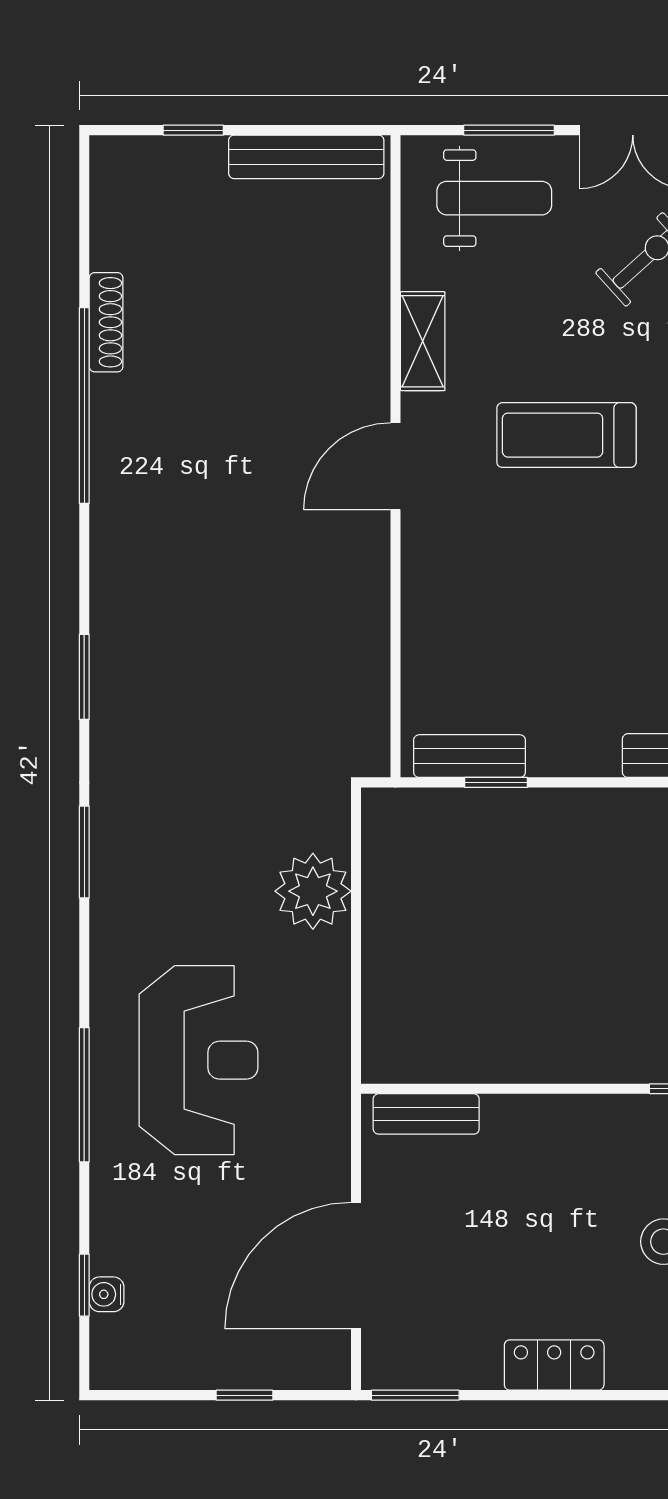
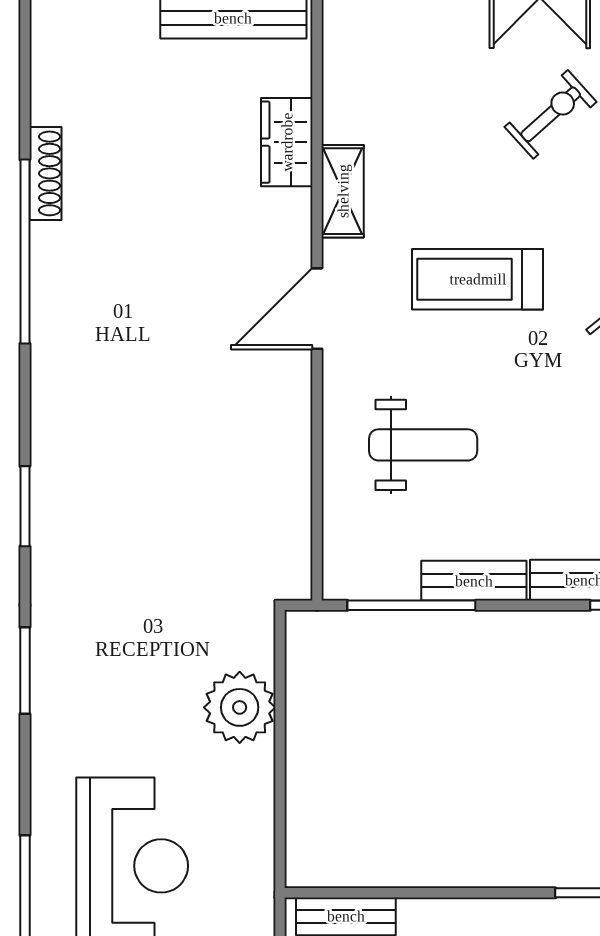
weight bench: (494, 198) -> (423, 445), moved
wardrobe: (363, 289) -> (287, 142), added
bench: (470, 756) -> (474, 581), moved
window: (496, 782) -> (411, 605), width x2.17

